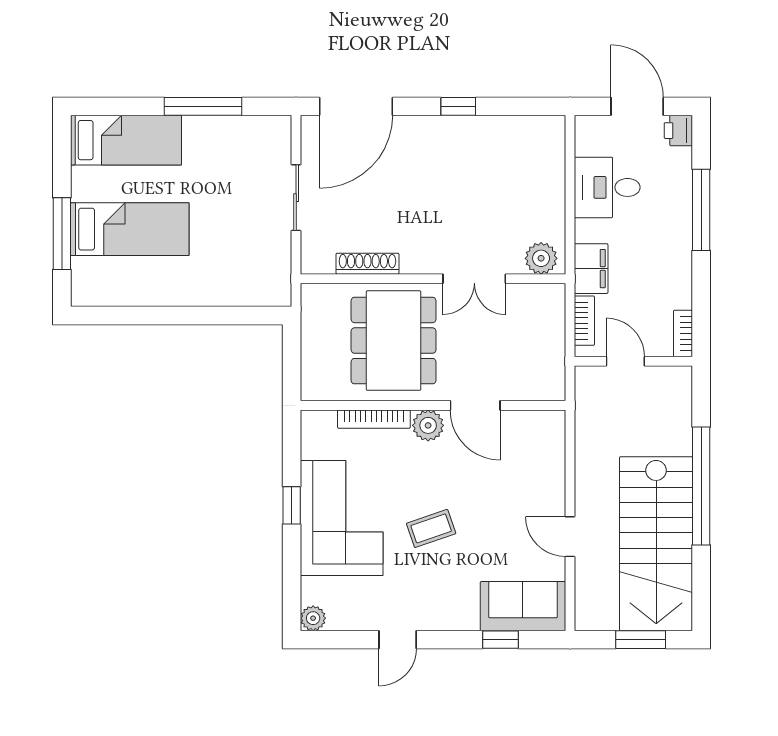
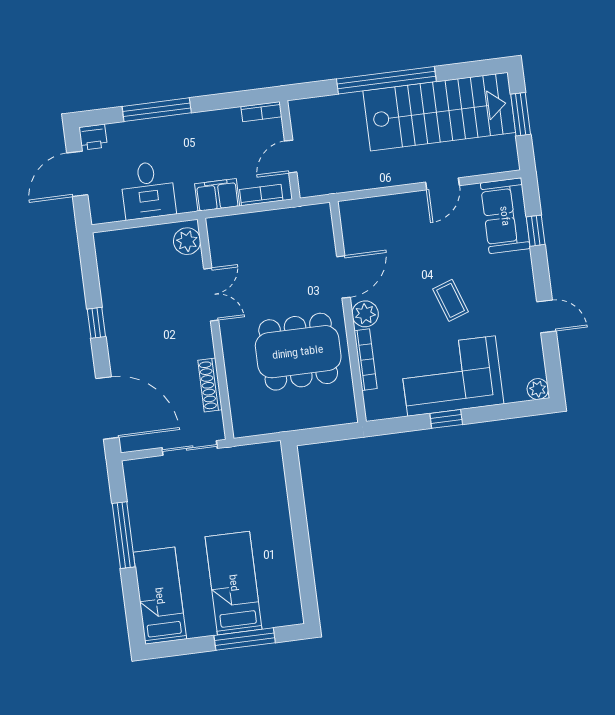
plant: (541, 258) -> (187, 241), moved
shoe rack: (367, 264) -> (210, 385), moved
wall: (433, 279) -> (216, 329), moved
double door: (474, 279) -> (211, 295), moved

